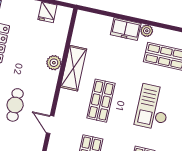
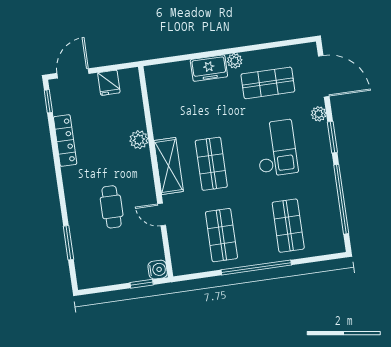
shelving: (74, 68) -> (169, 166), moved
checkout: (153, 107) -> (276, 148), turned 180

